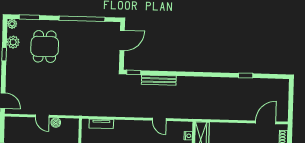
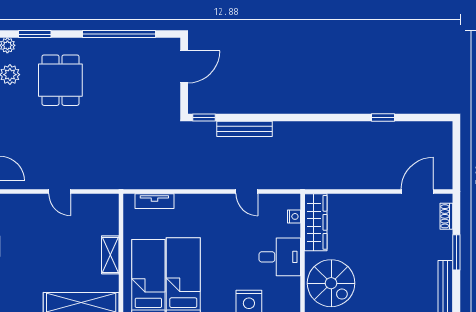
boiler: (56, 123) -> (82, 201), removed

